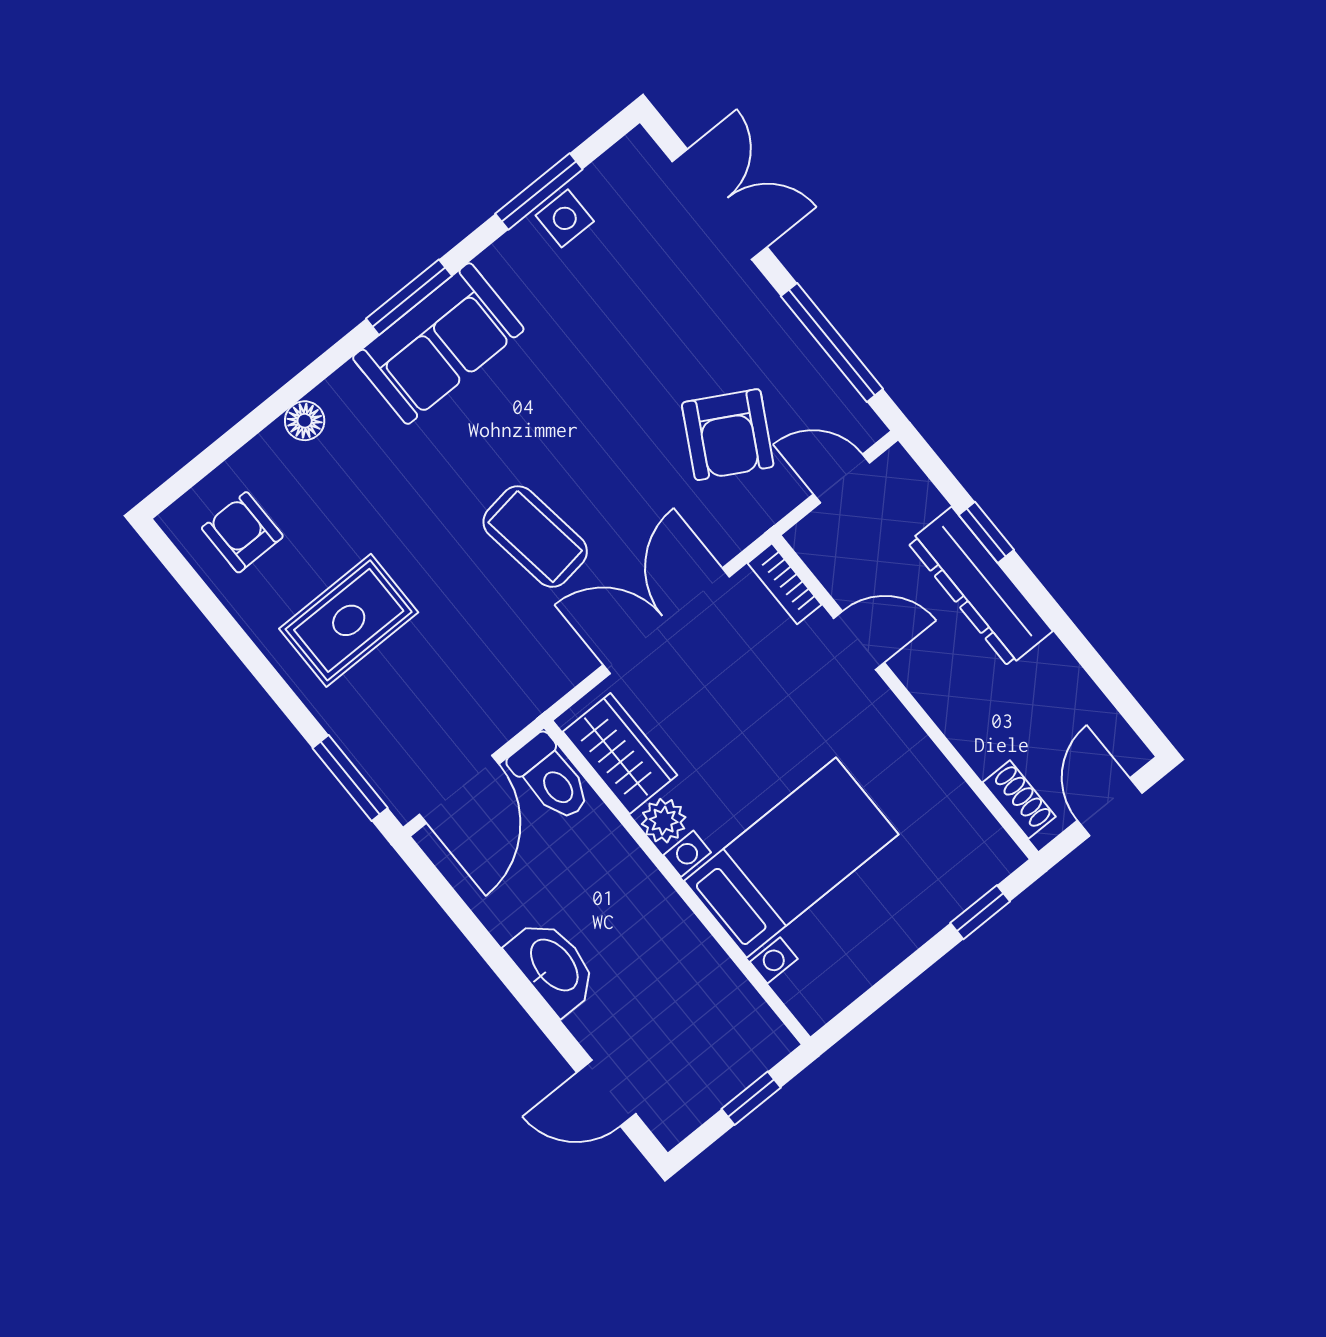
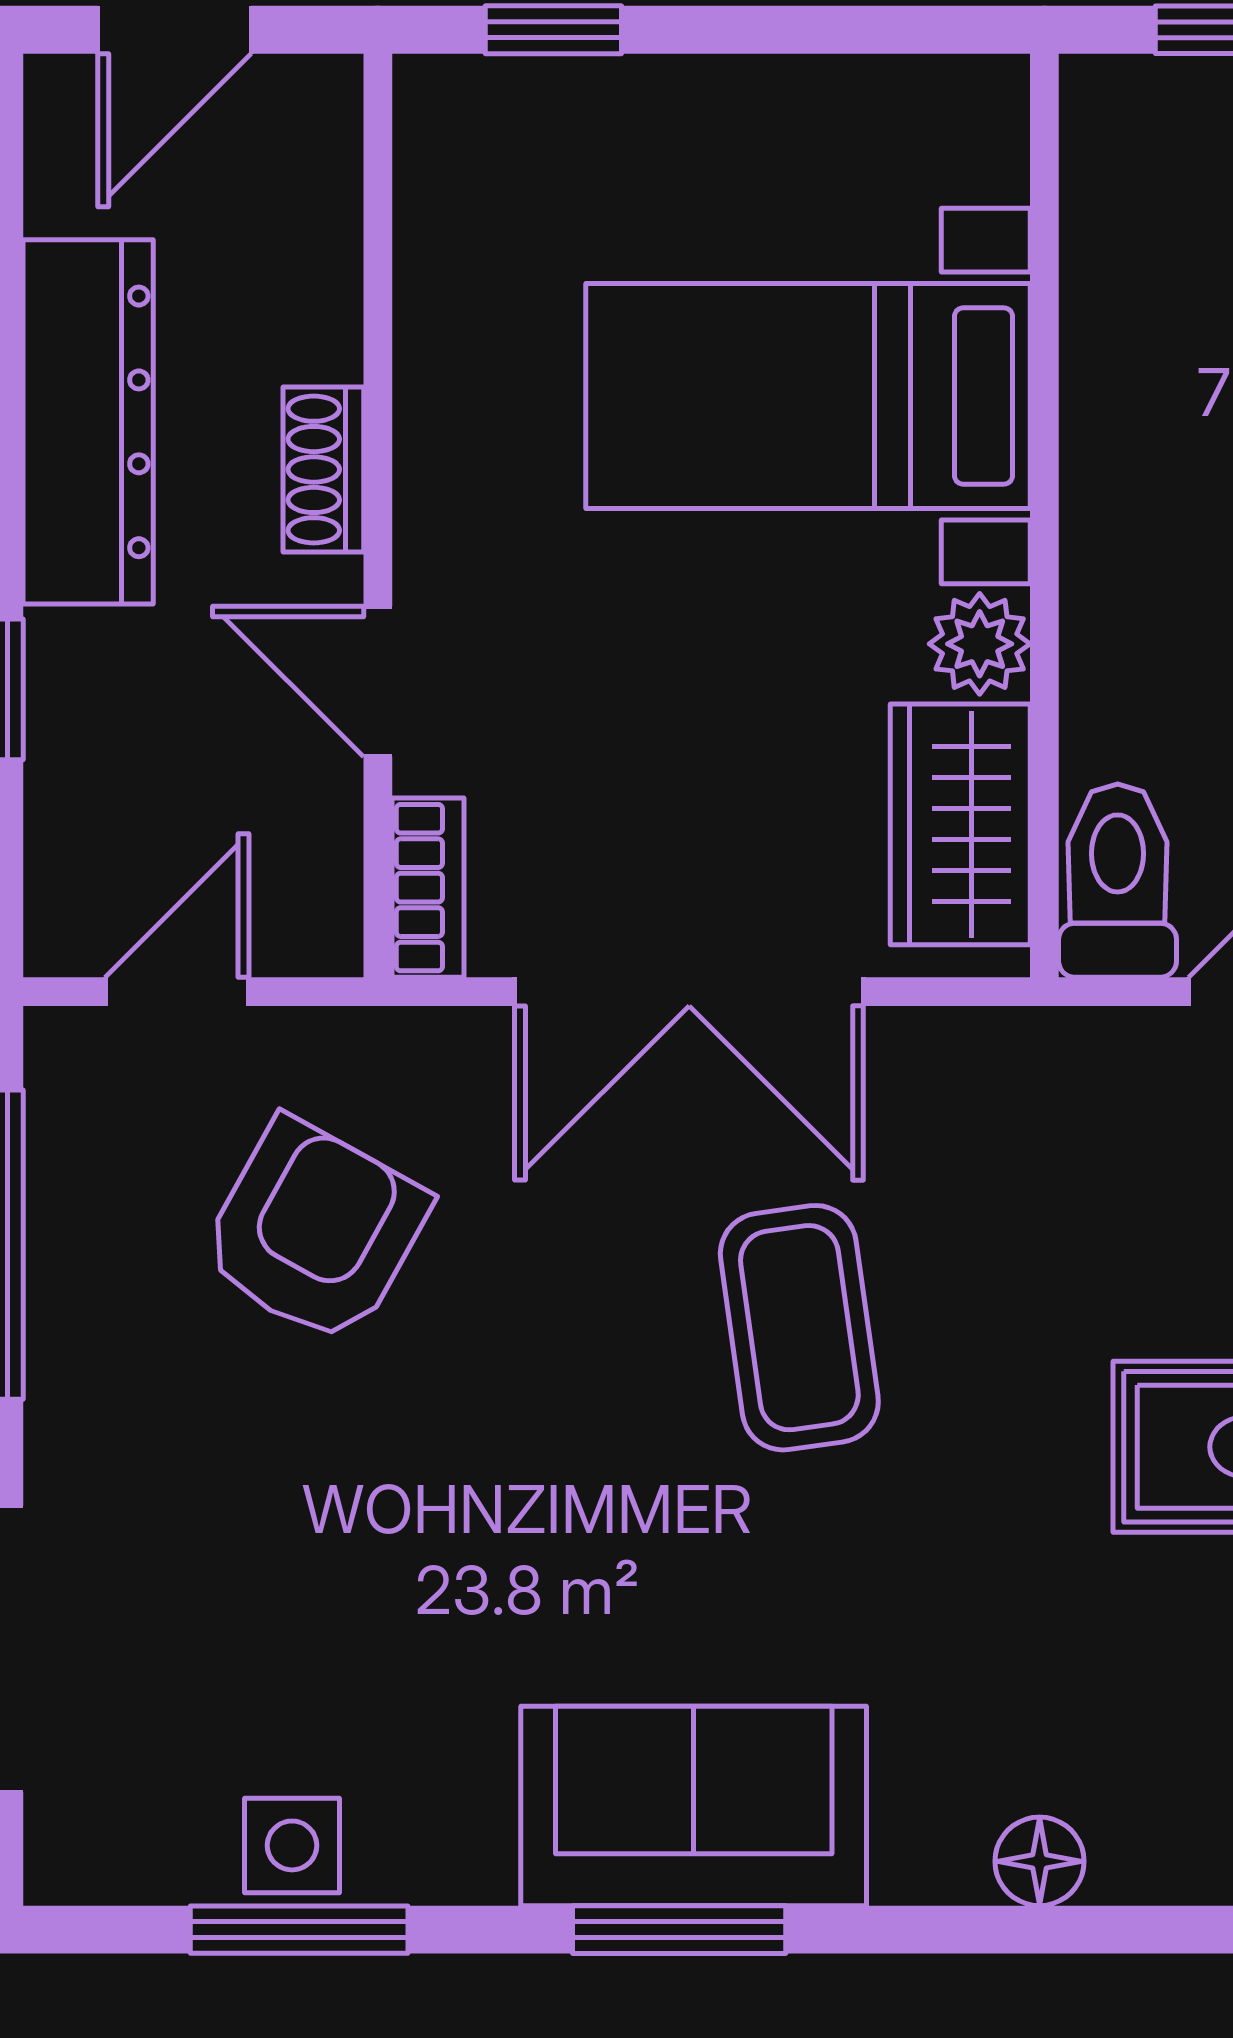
door: (841, 478) -> (177, 992), swing flipped
dresser: (980, 587) -> (88, 422), moved
shoe rack: (1019, 799) -> (323, 469), moved

